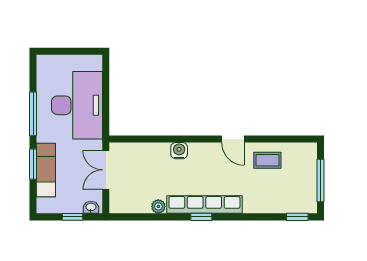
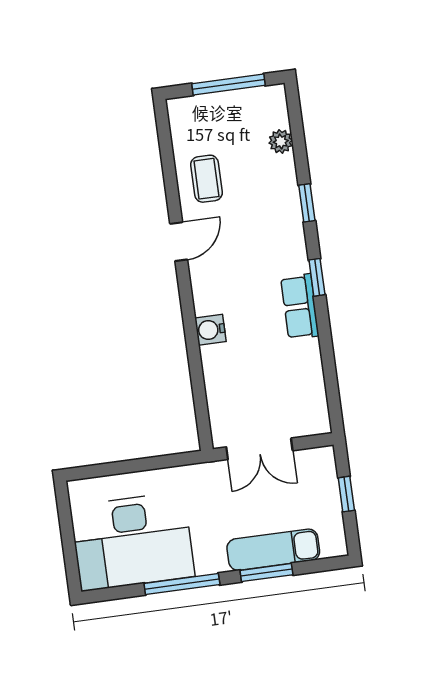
desk: (77, 105) -> (132, 541), moved, turned 180
row of seats: (204, 205) -> (300, 307), width x0.50
plant: (158, 206) -> (281, 141), moved
washbasin: (91, 207) -> (326, 465), removed
window: (297, 217) -> (307, 203), moved

